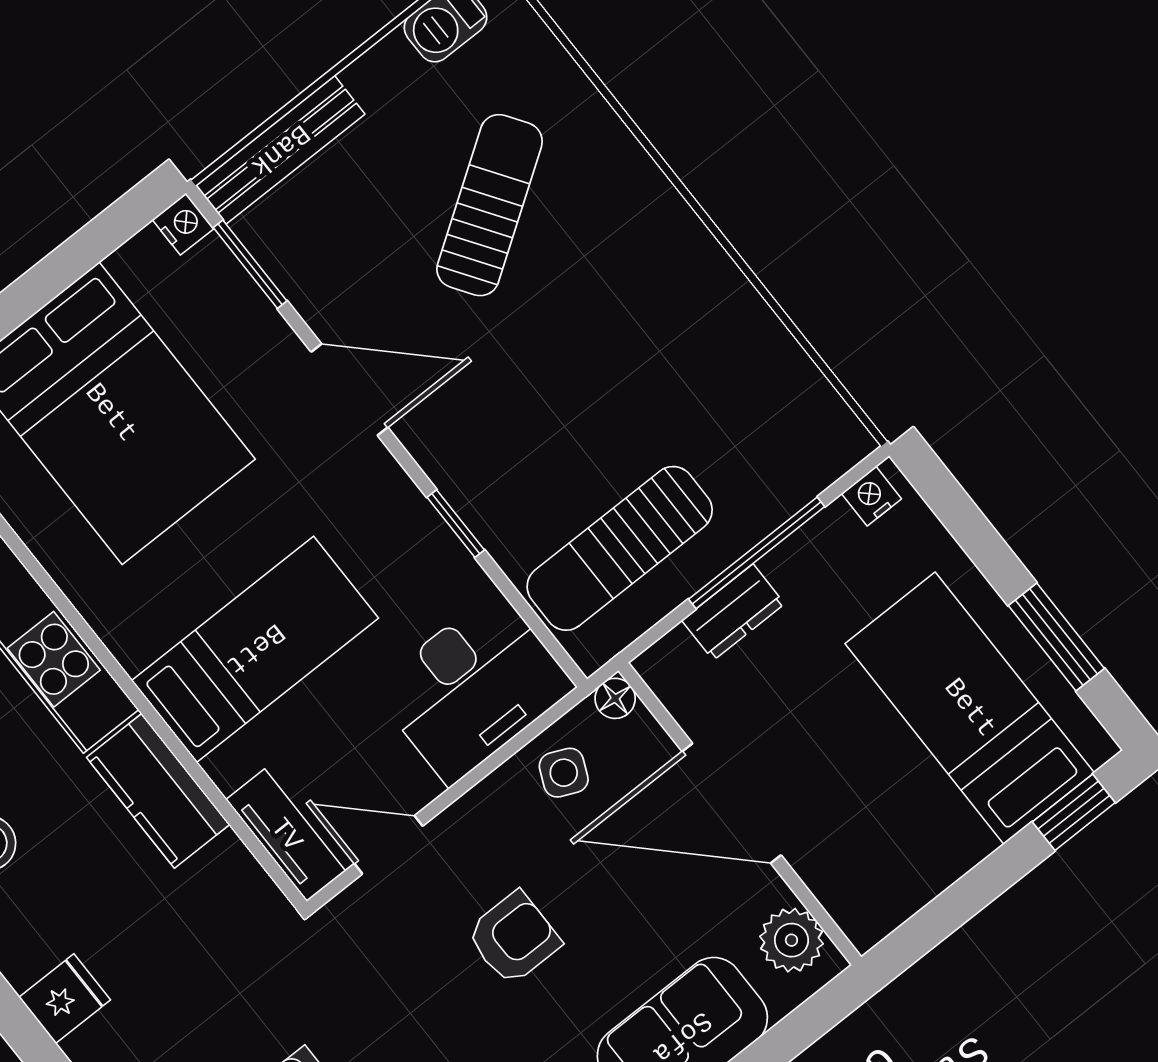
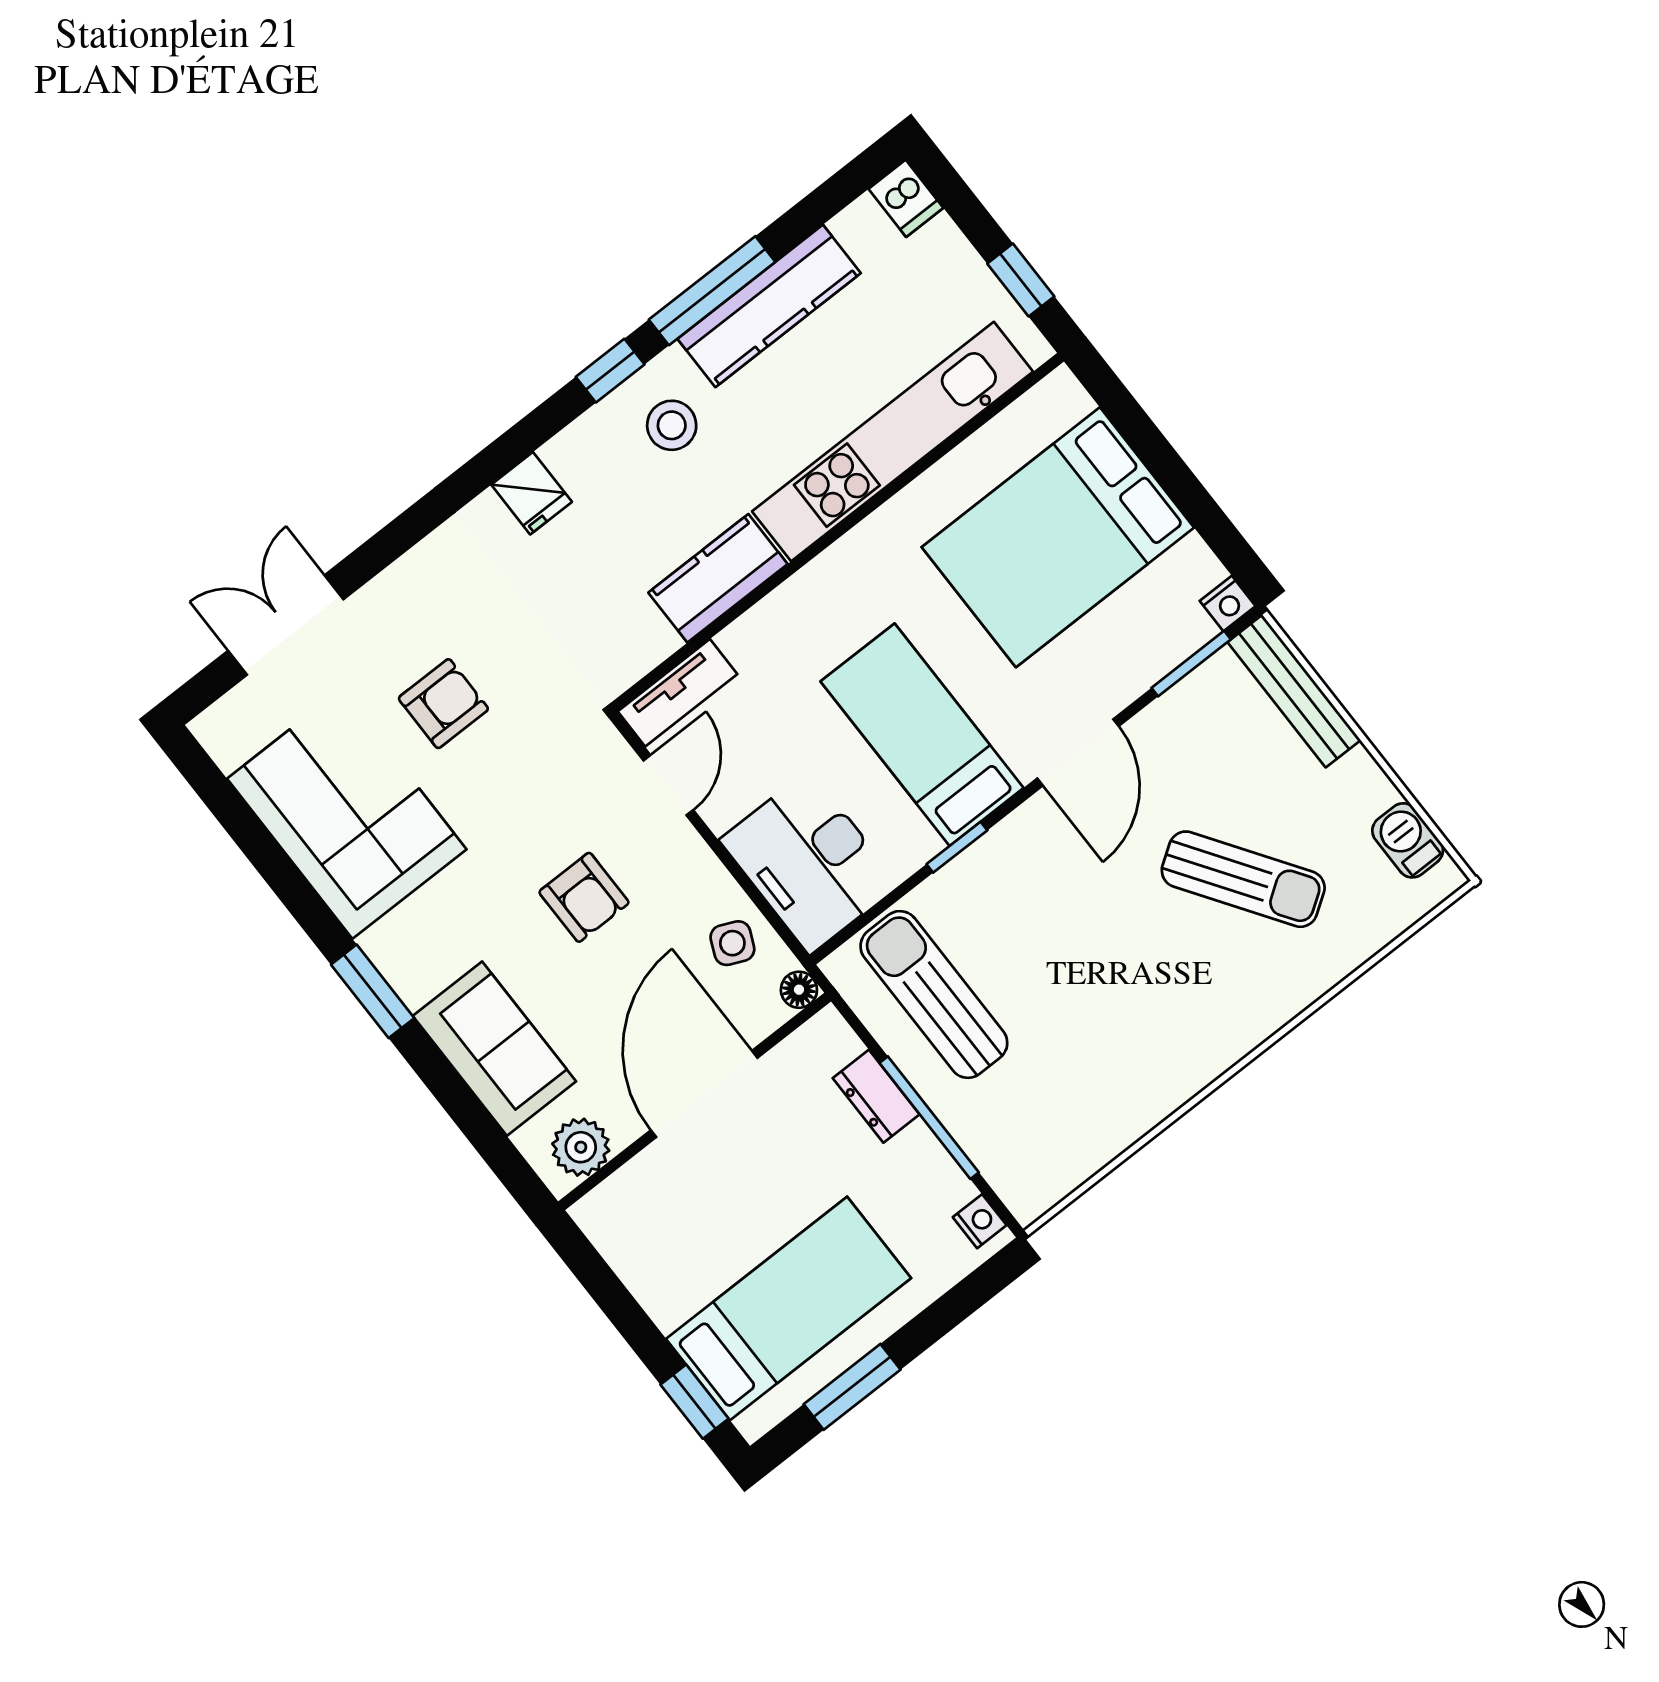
bed: (255, 649) -> (922, 735), moved, turned 180

